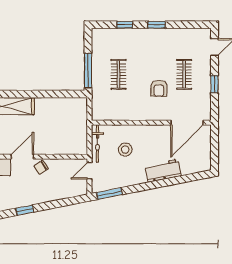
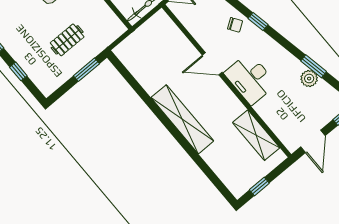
window: (88, 70) -> (86, 70), width x0.69
chair: (41, 167) -> (235, 25), moved

